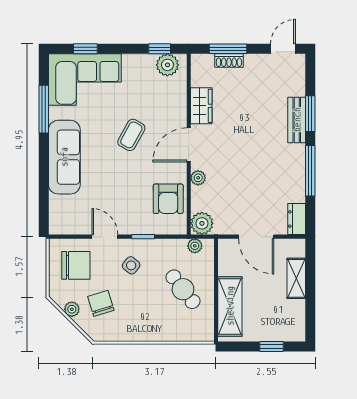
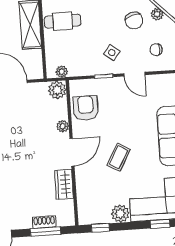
plant: (167, 65) -> (120, 214), moved
chair: (76, 265) -> (156, 50), width x0.54, depth x0.54
cafe table: (183, 289) -> (63, 21), moved, turned -52

